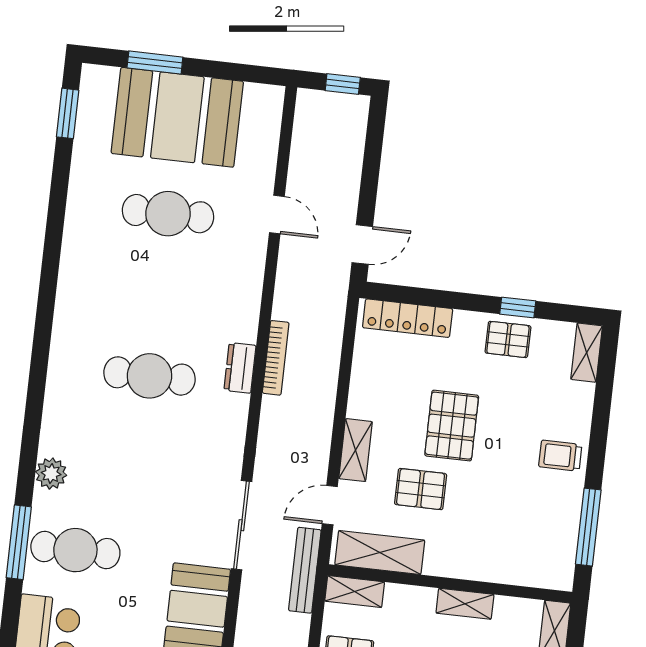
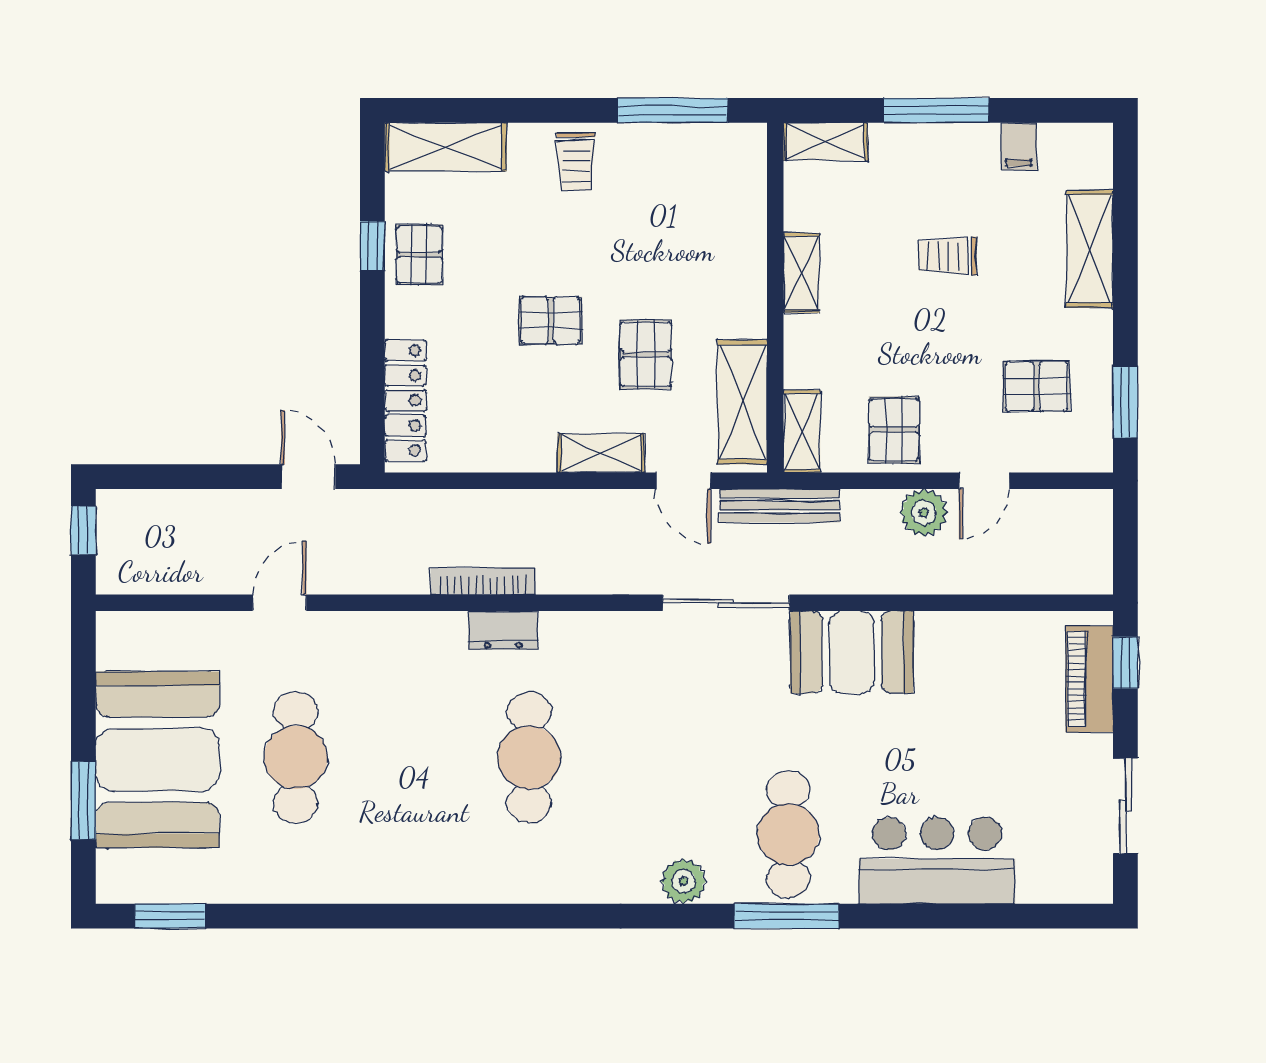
shelving: (587, 353) -> (446, 147), width x1.50, depth x1.33
pallet: (452, 426) -> (551, 320), width x0.67, depth x0.71

